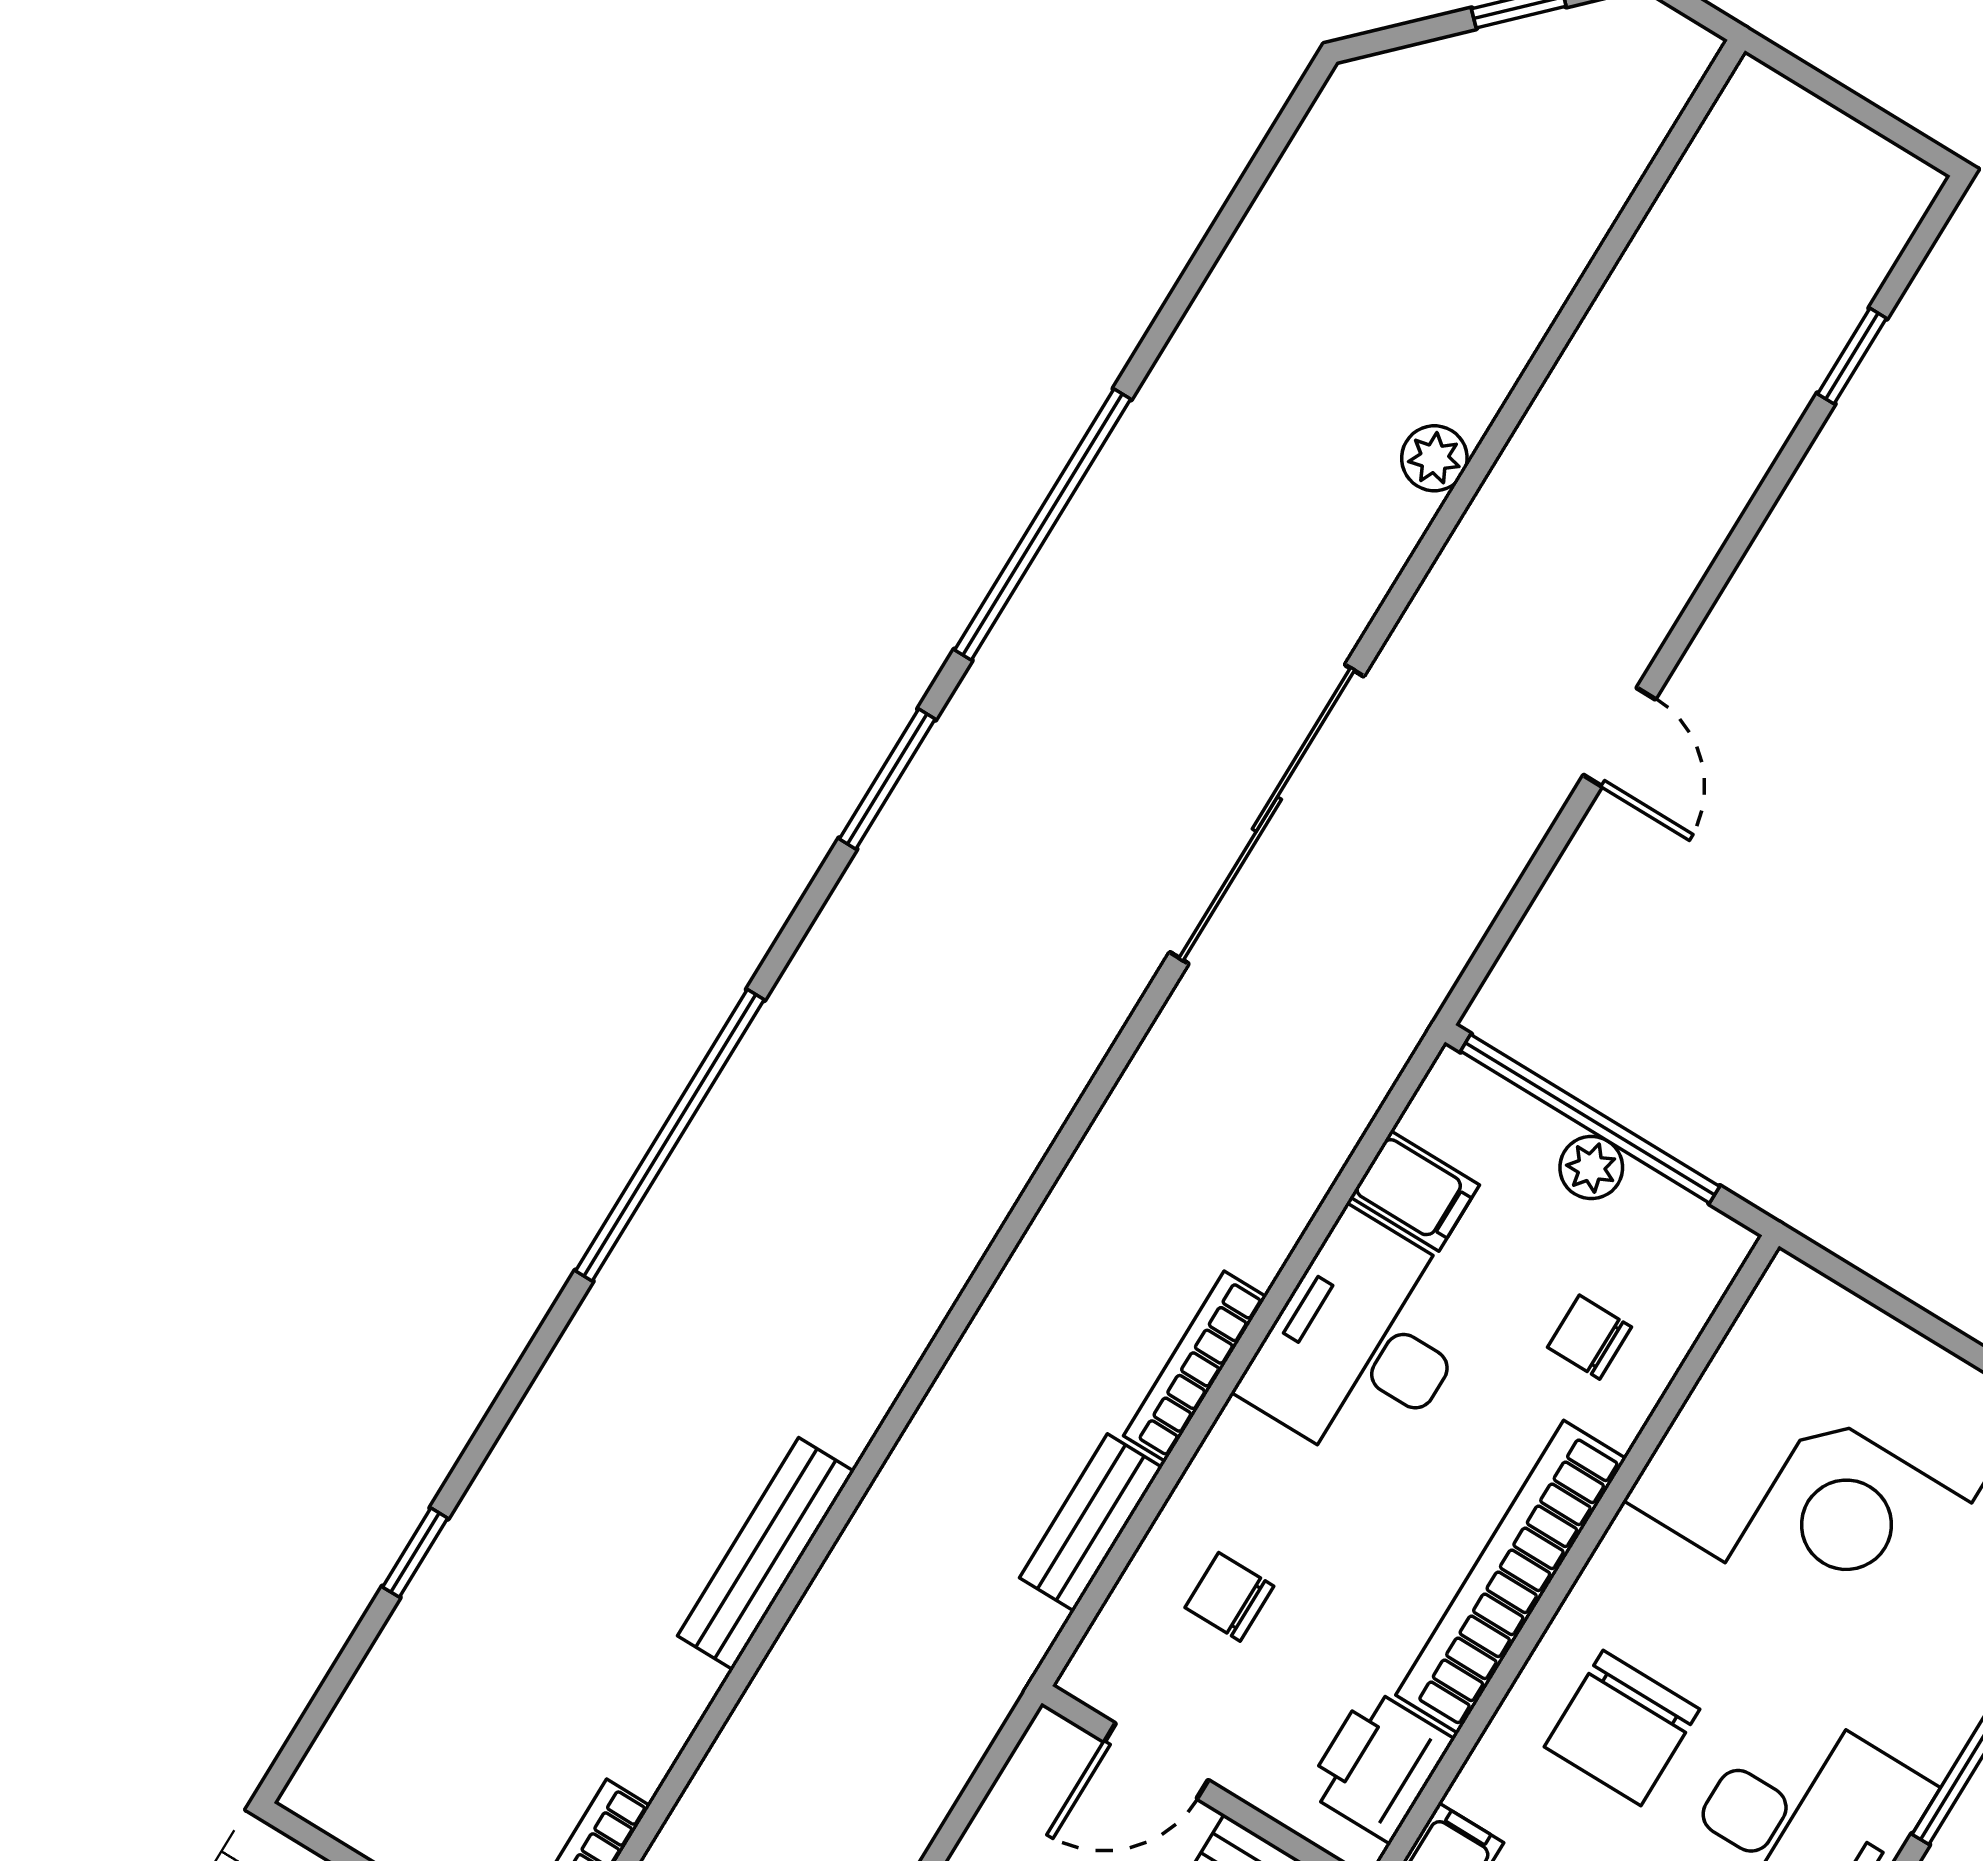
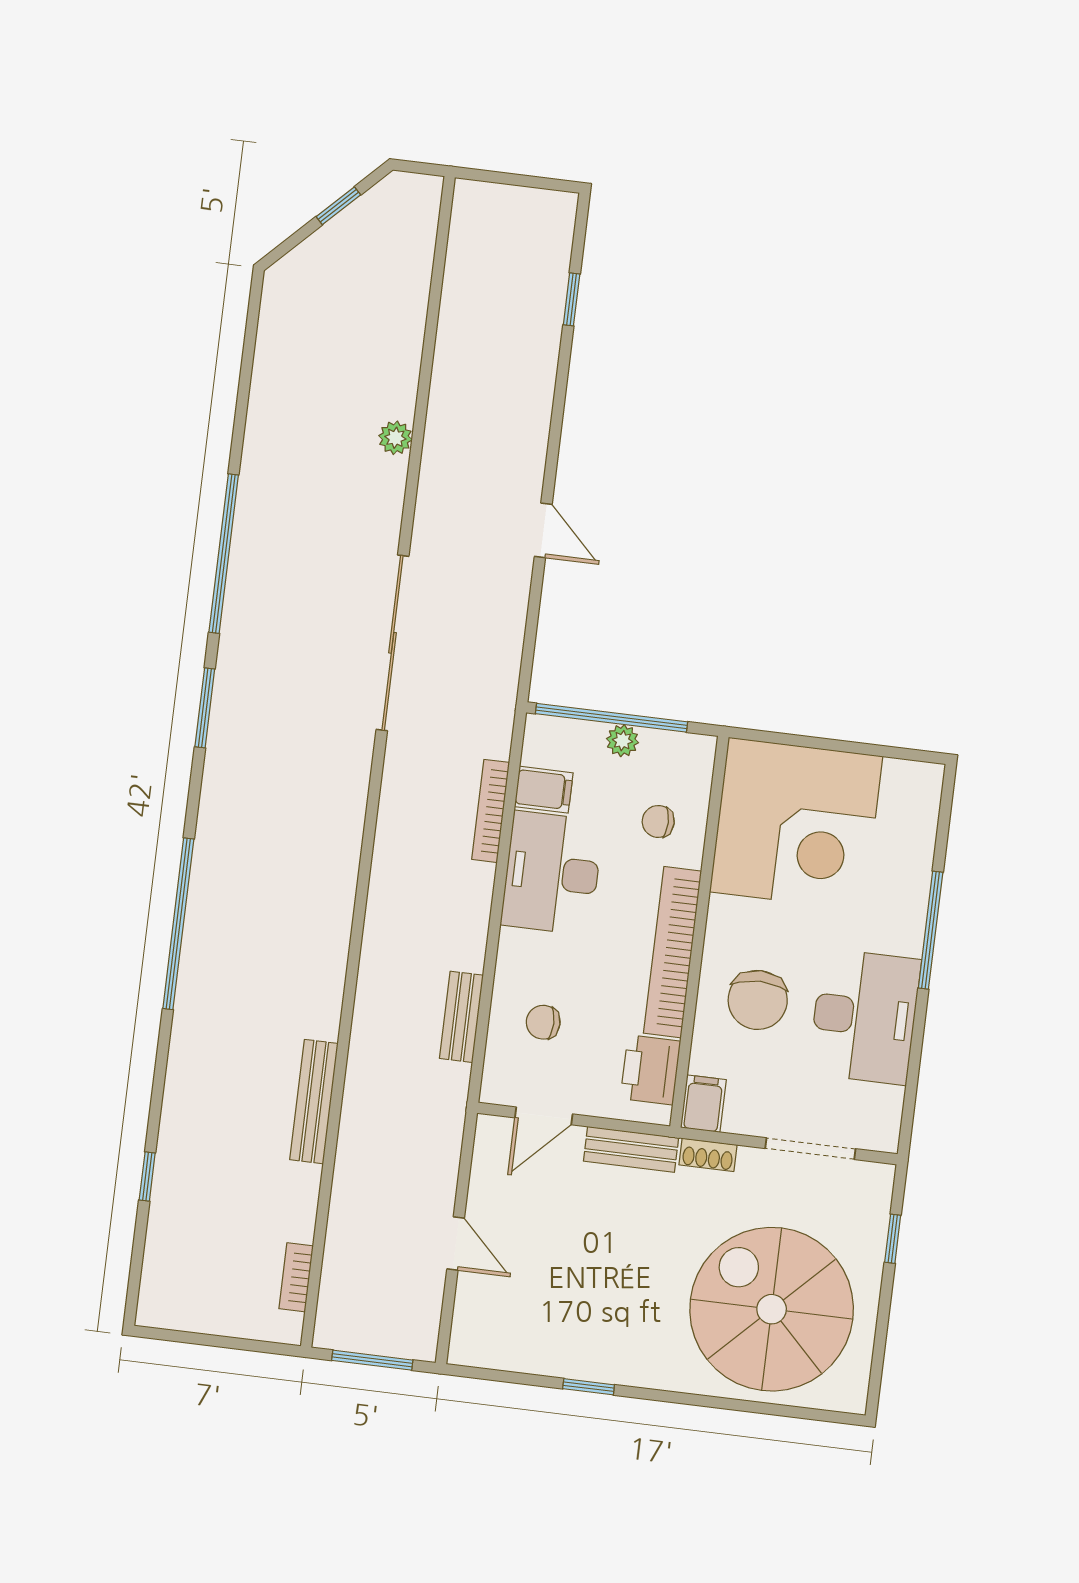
bookcase: (1195, 1366) -> (491, 811), moved

